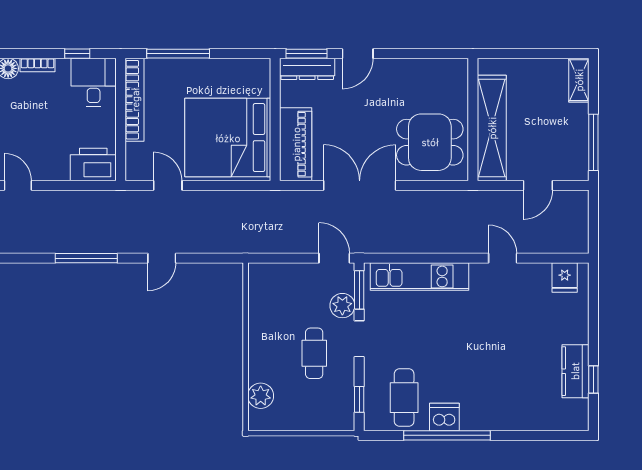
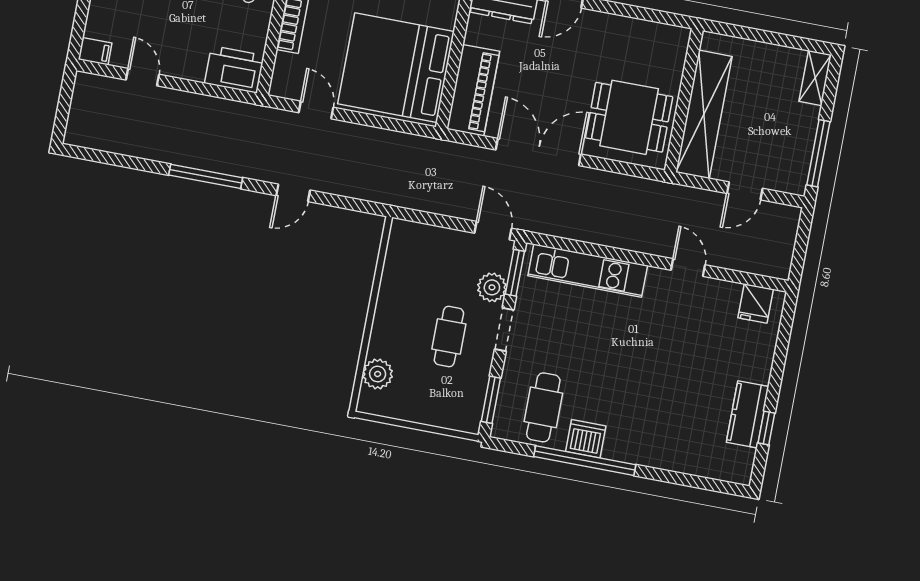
window: (359, 399) -> (491, 400), width x1.50

